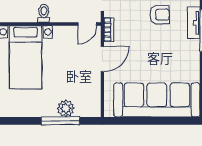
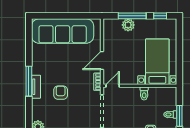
armchair: (160, 15) -> (61, 93), turned 90
window: (22, 121) -> (160, 16), added

